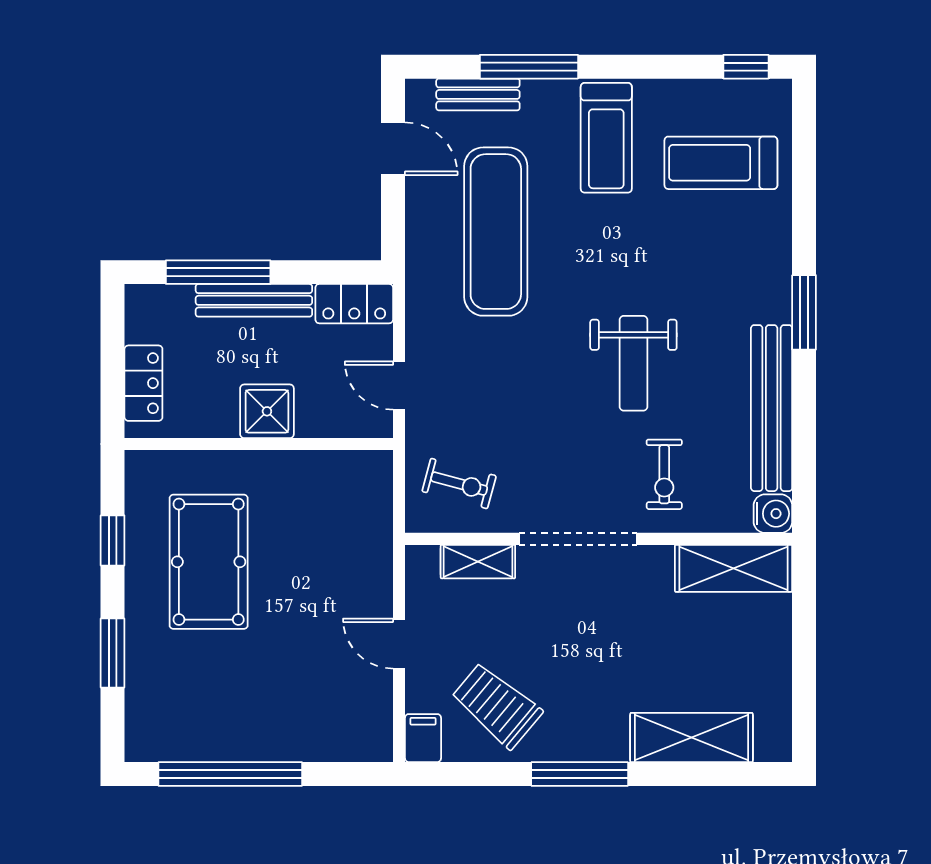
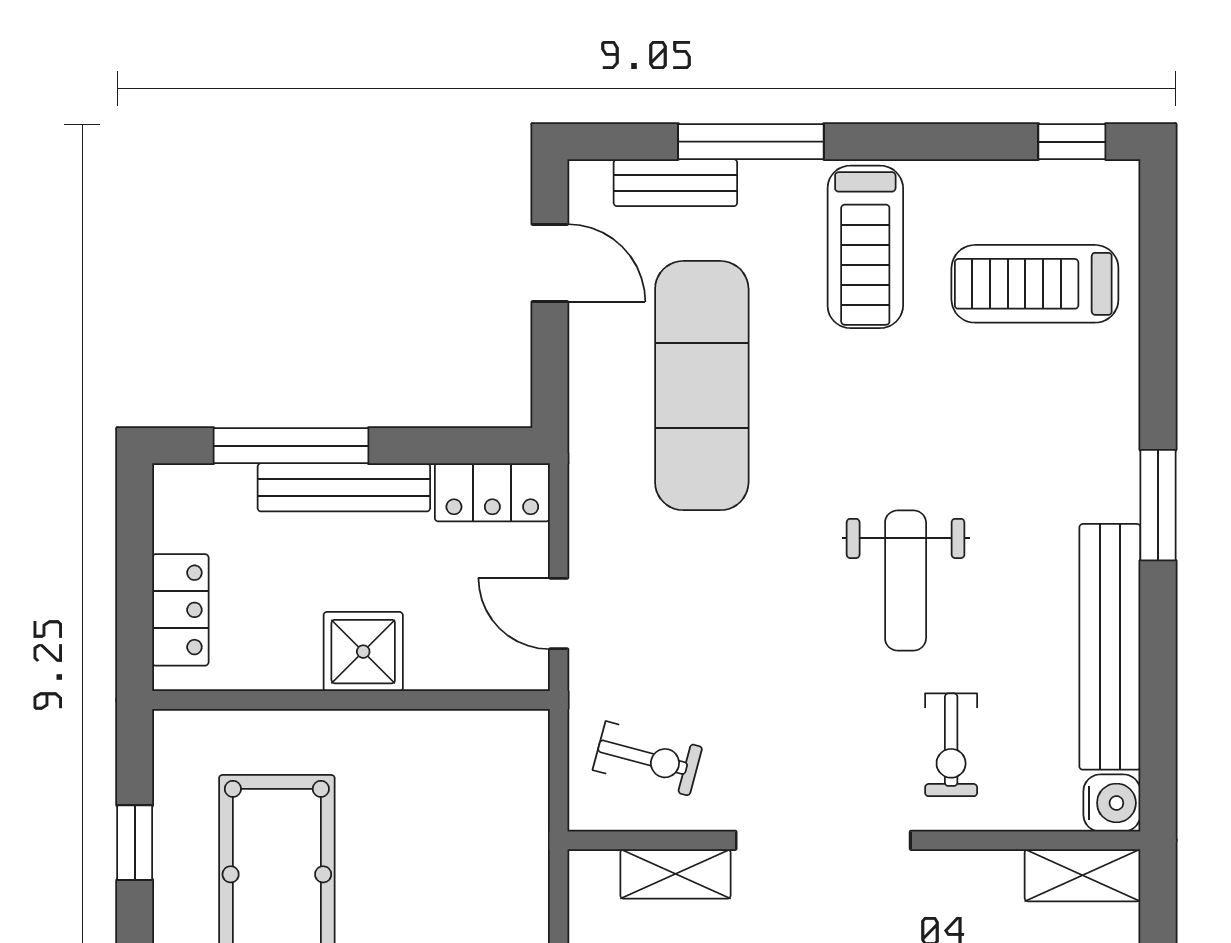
shelving: (733, 568) -> (1083, 875), width x0.67, depth x0.75

